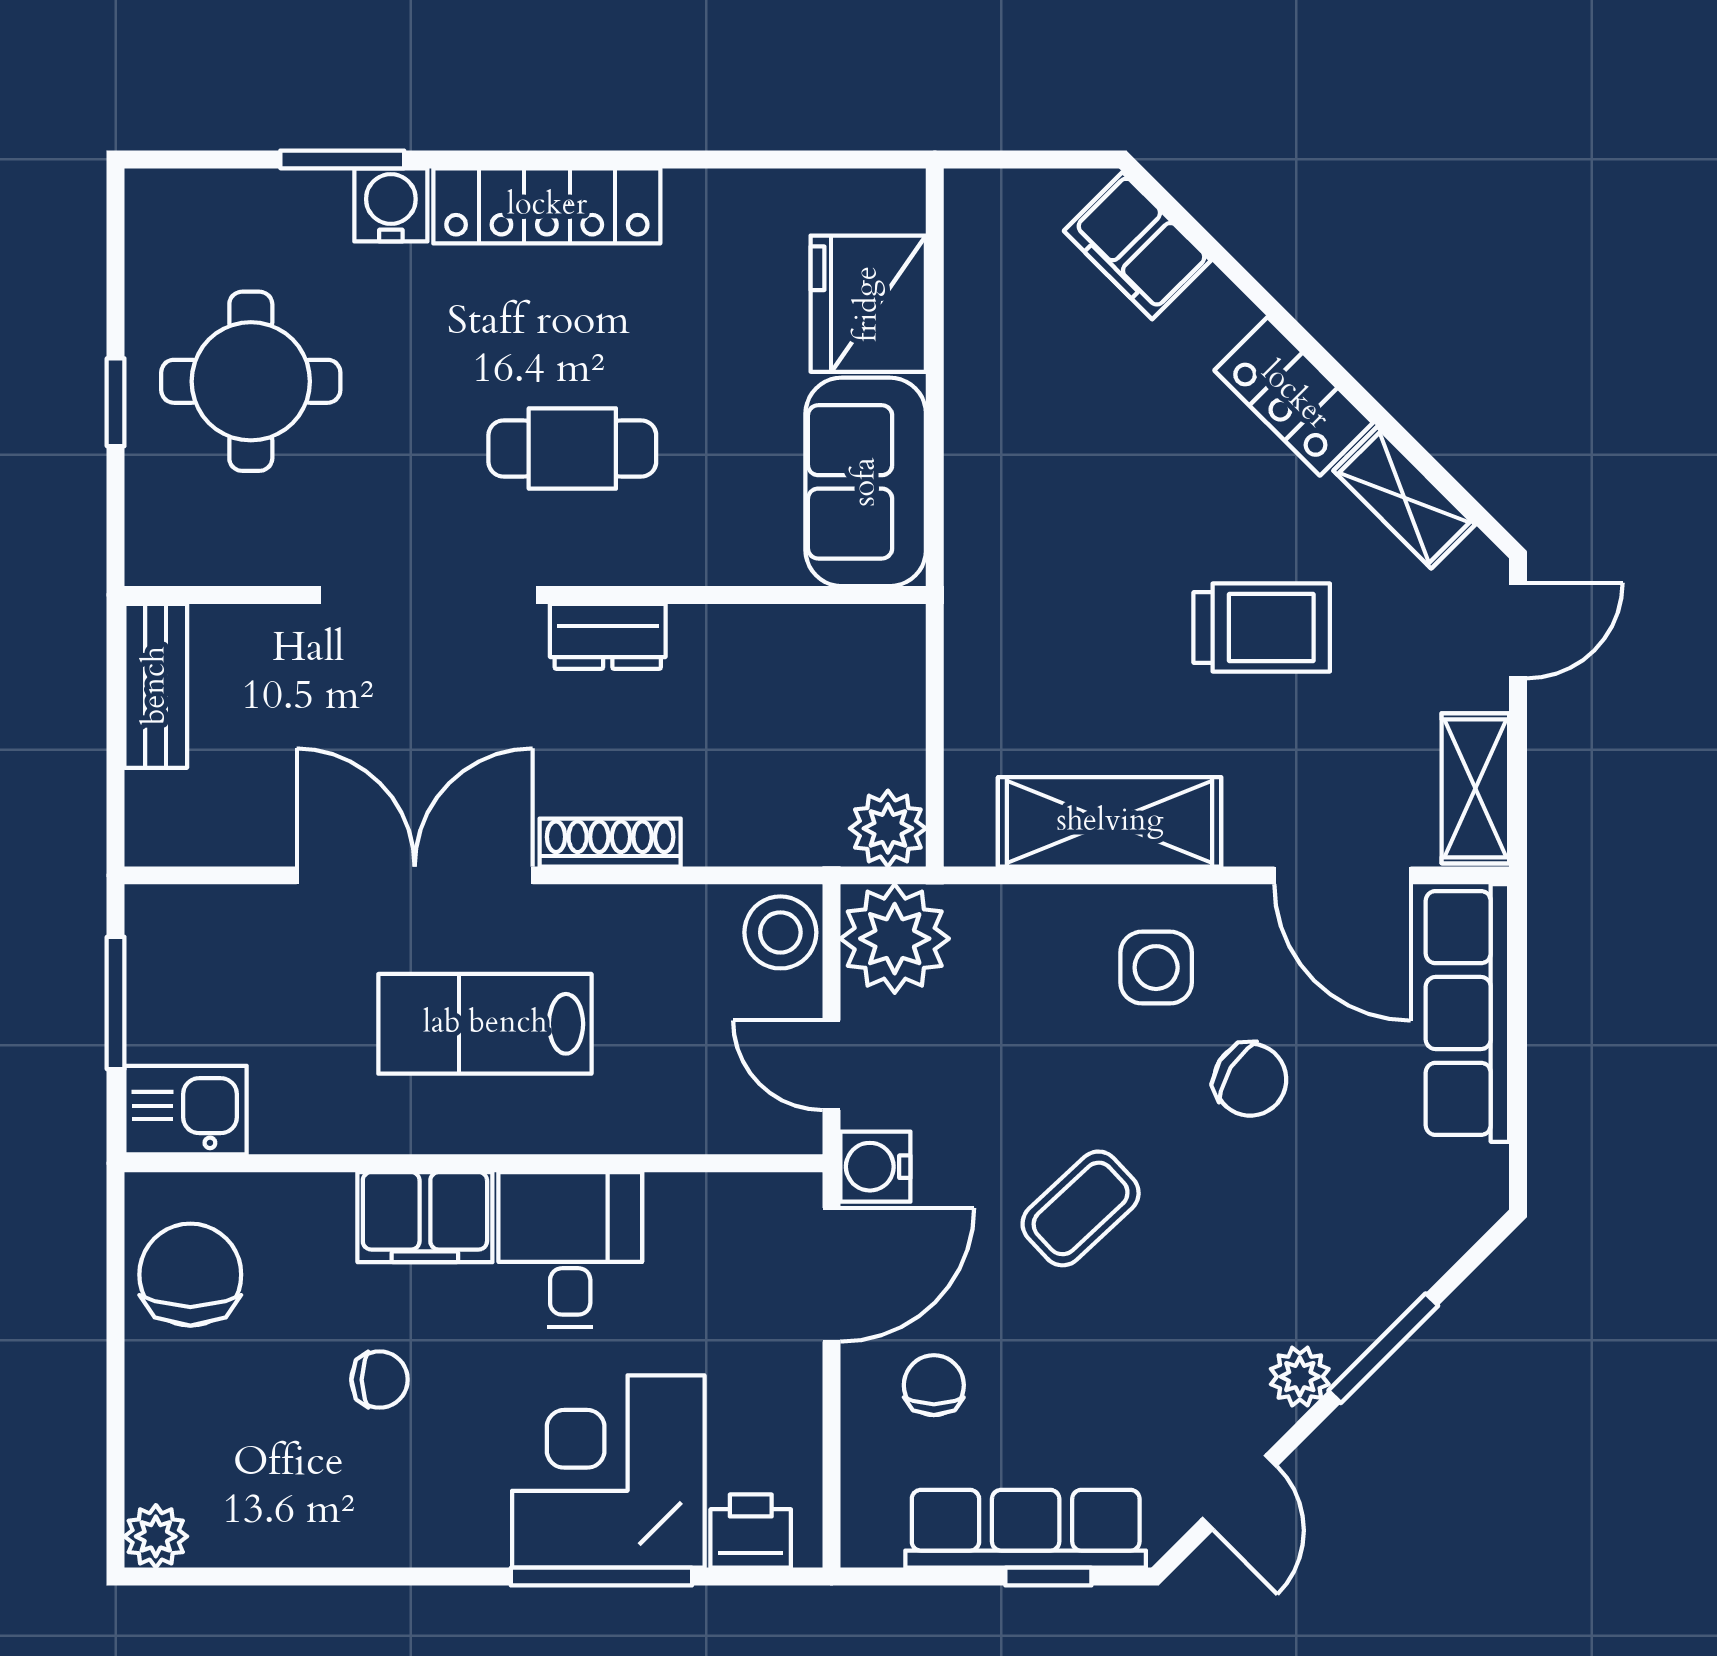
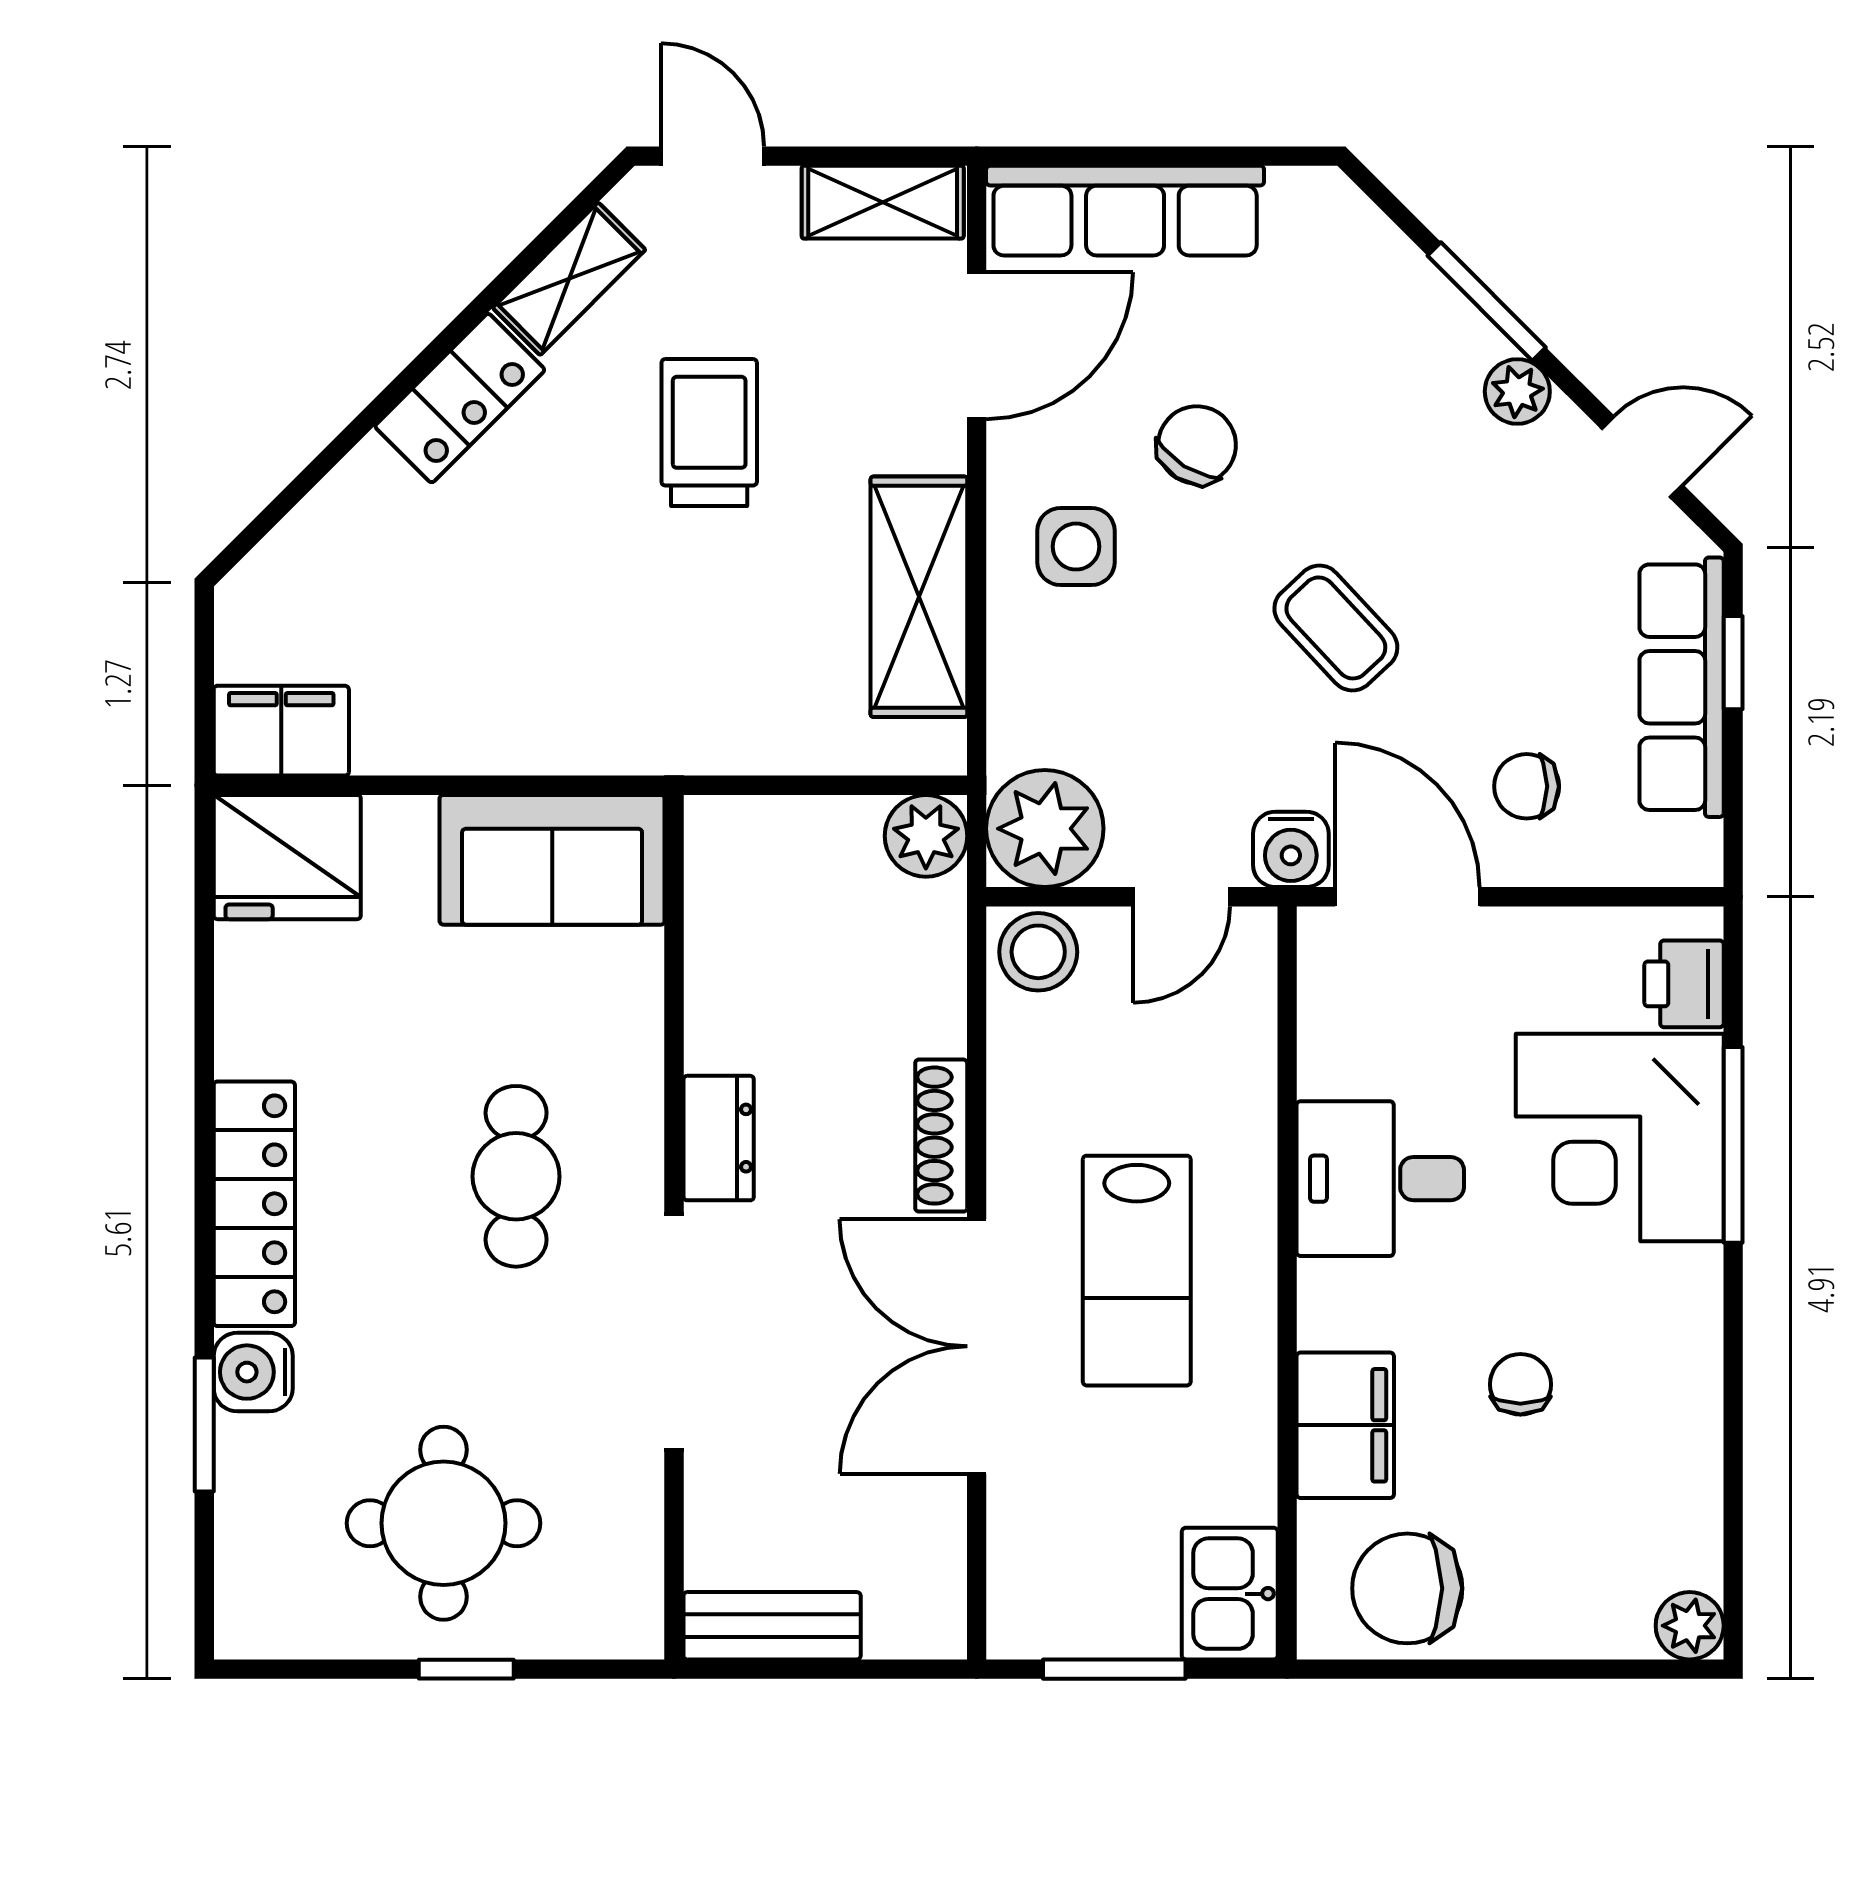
filing cabinet: (1137, 246) -> (281, 731), moved, turned -135
fridge: (868, 304) -> (287, 857), moved
filing cabinet: (425, 1217) -> (1345, 1425), moved

